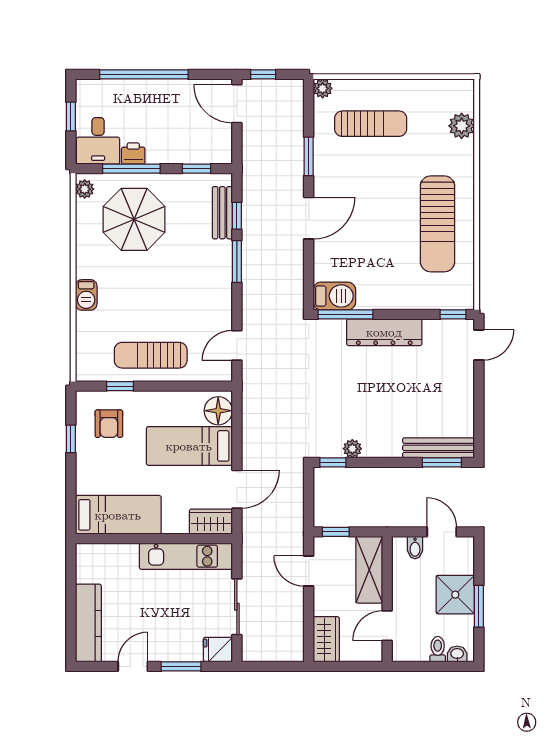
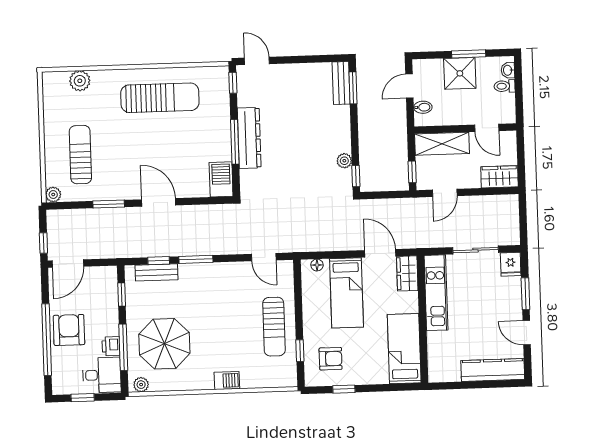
armchair: (155, 102) -> (69, 330), added
window: (346, 314) -> (235, 142), moved
floor lamp: (218, 411) -> (317, 265), width x0.53, depth x0.53
bench: (439, 448) -> (341, 83), width x0.73

